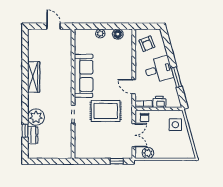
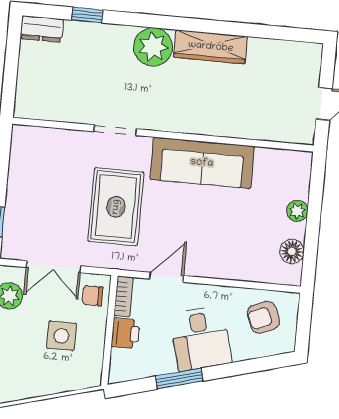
plant: (36, 117) -> (153, 47), moved
side table: (175, 125) -> (61, 336), moved
dresser: (33, 135) -> (42, 29), moved

